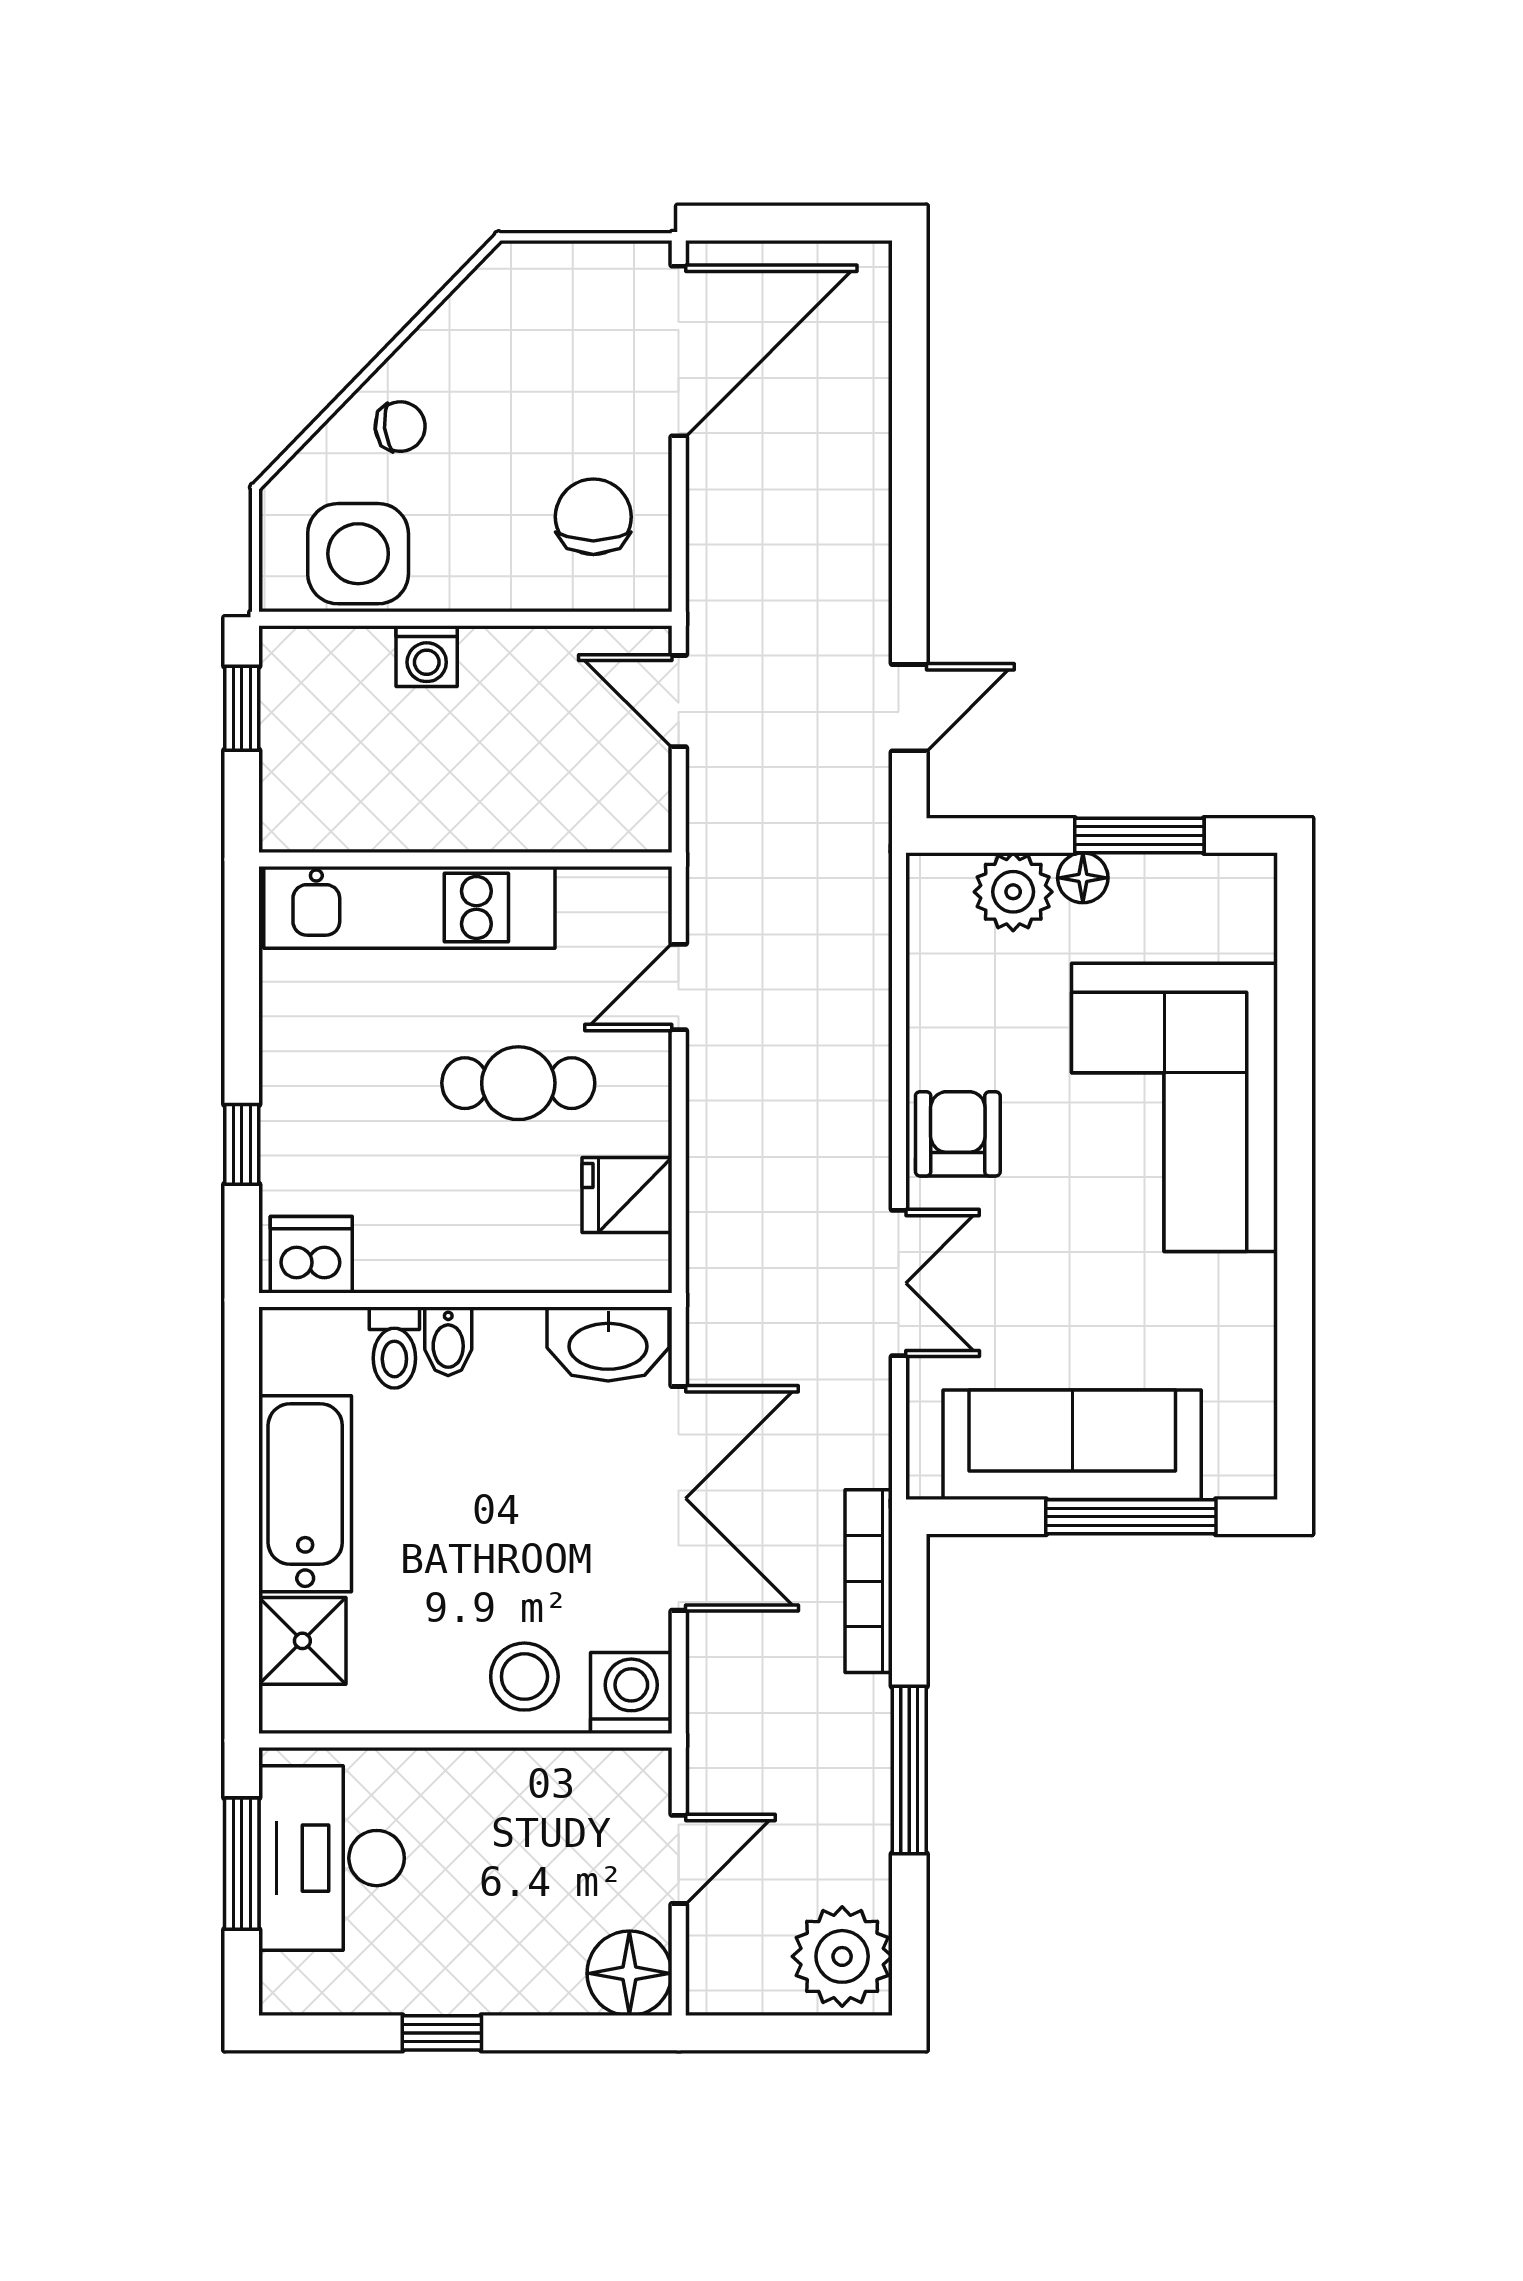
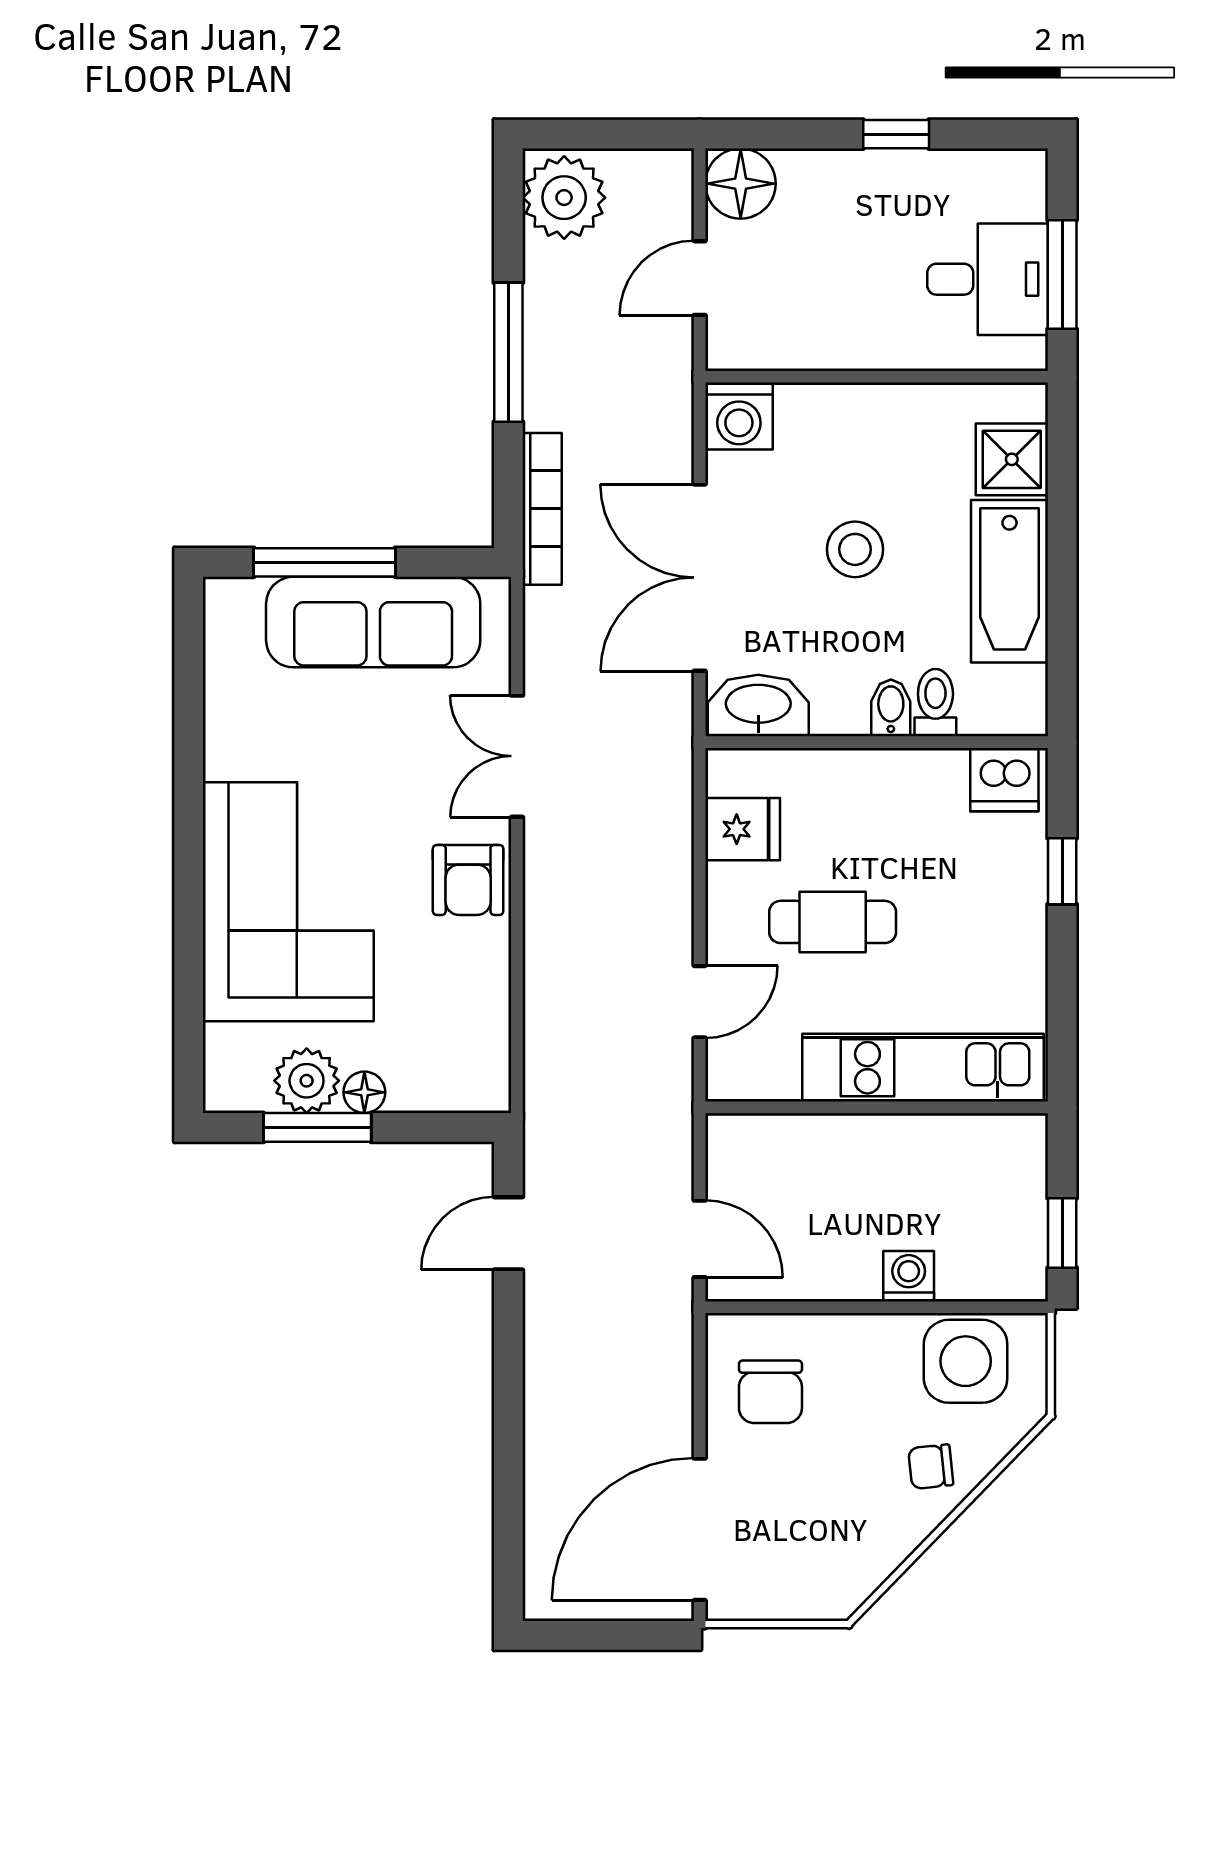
plant: (1013, 892) -> (307, 1081), moved
stool: (524, 1677) -> (855, 549), moved
desk: (332, 1858) -> (988, 279), width x0.73

